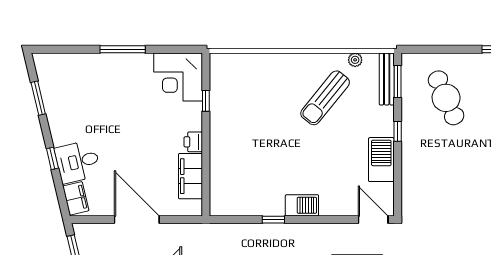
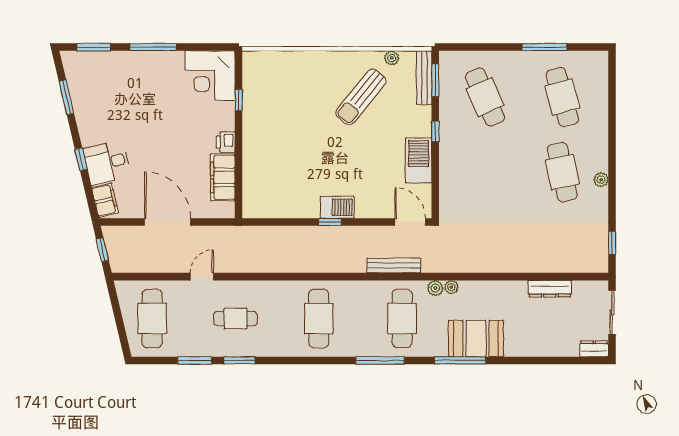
window: (65, 49) -> (94, 47), added
window: (273, 220) -> (330, 222), moved

